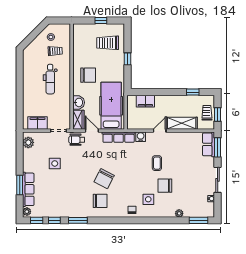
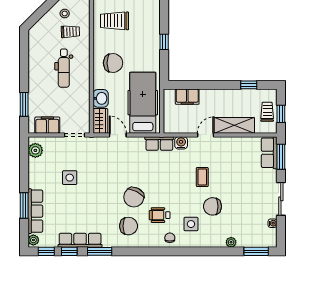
trolley: (108, 43) -> (115, 21), moved
window: (20, 107) -> (24, 104), added
row of seats: (119, 137) -> (159, 143), width x0.68
wheelchair: (77, 140) -> (160, 215), moved
row of seats: (63, 212) -> (80, 240), added

